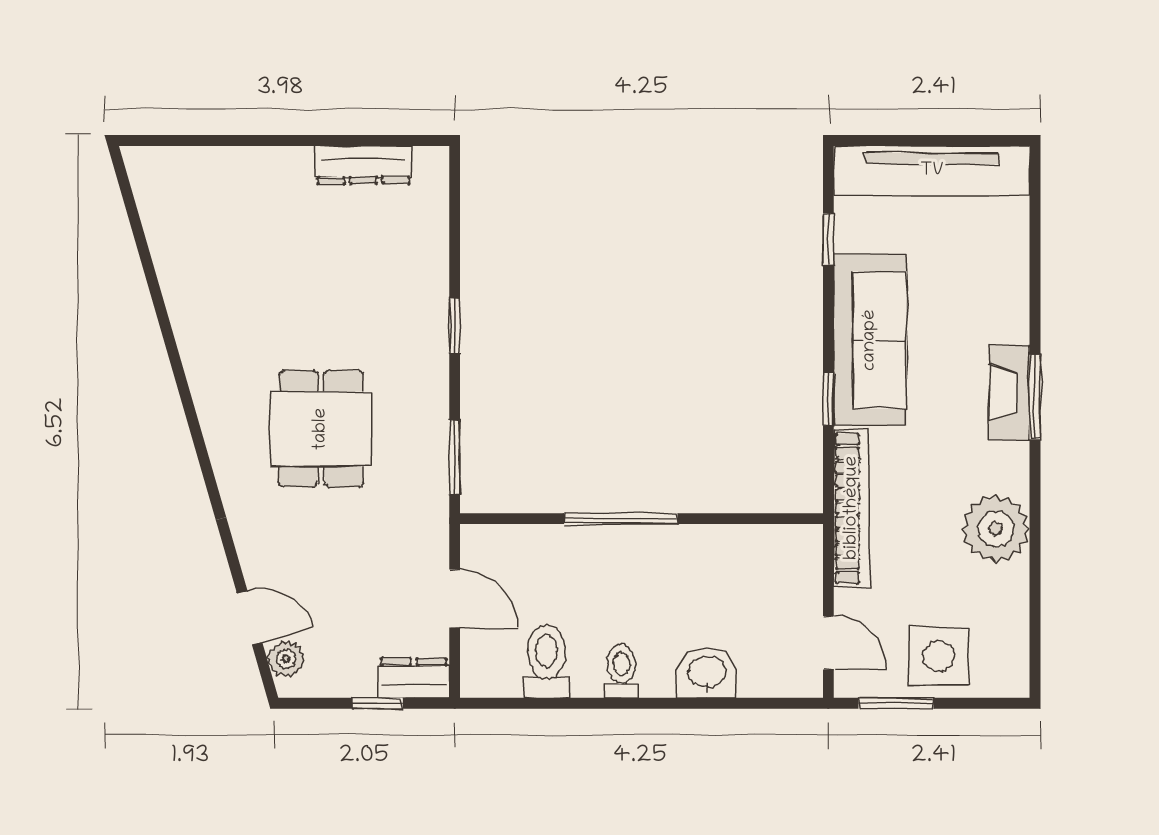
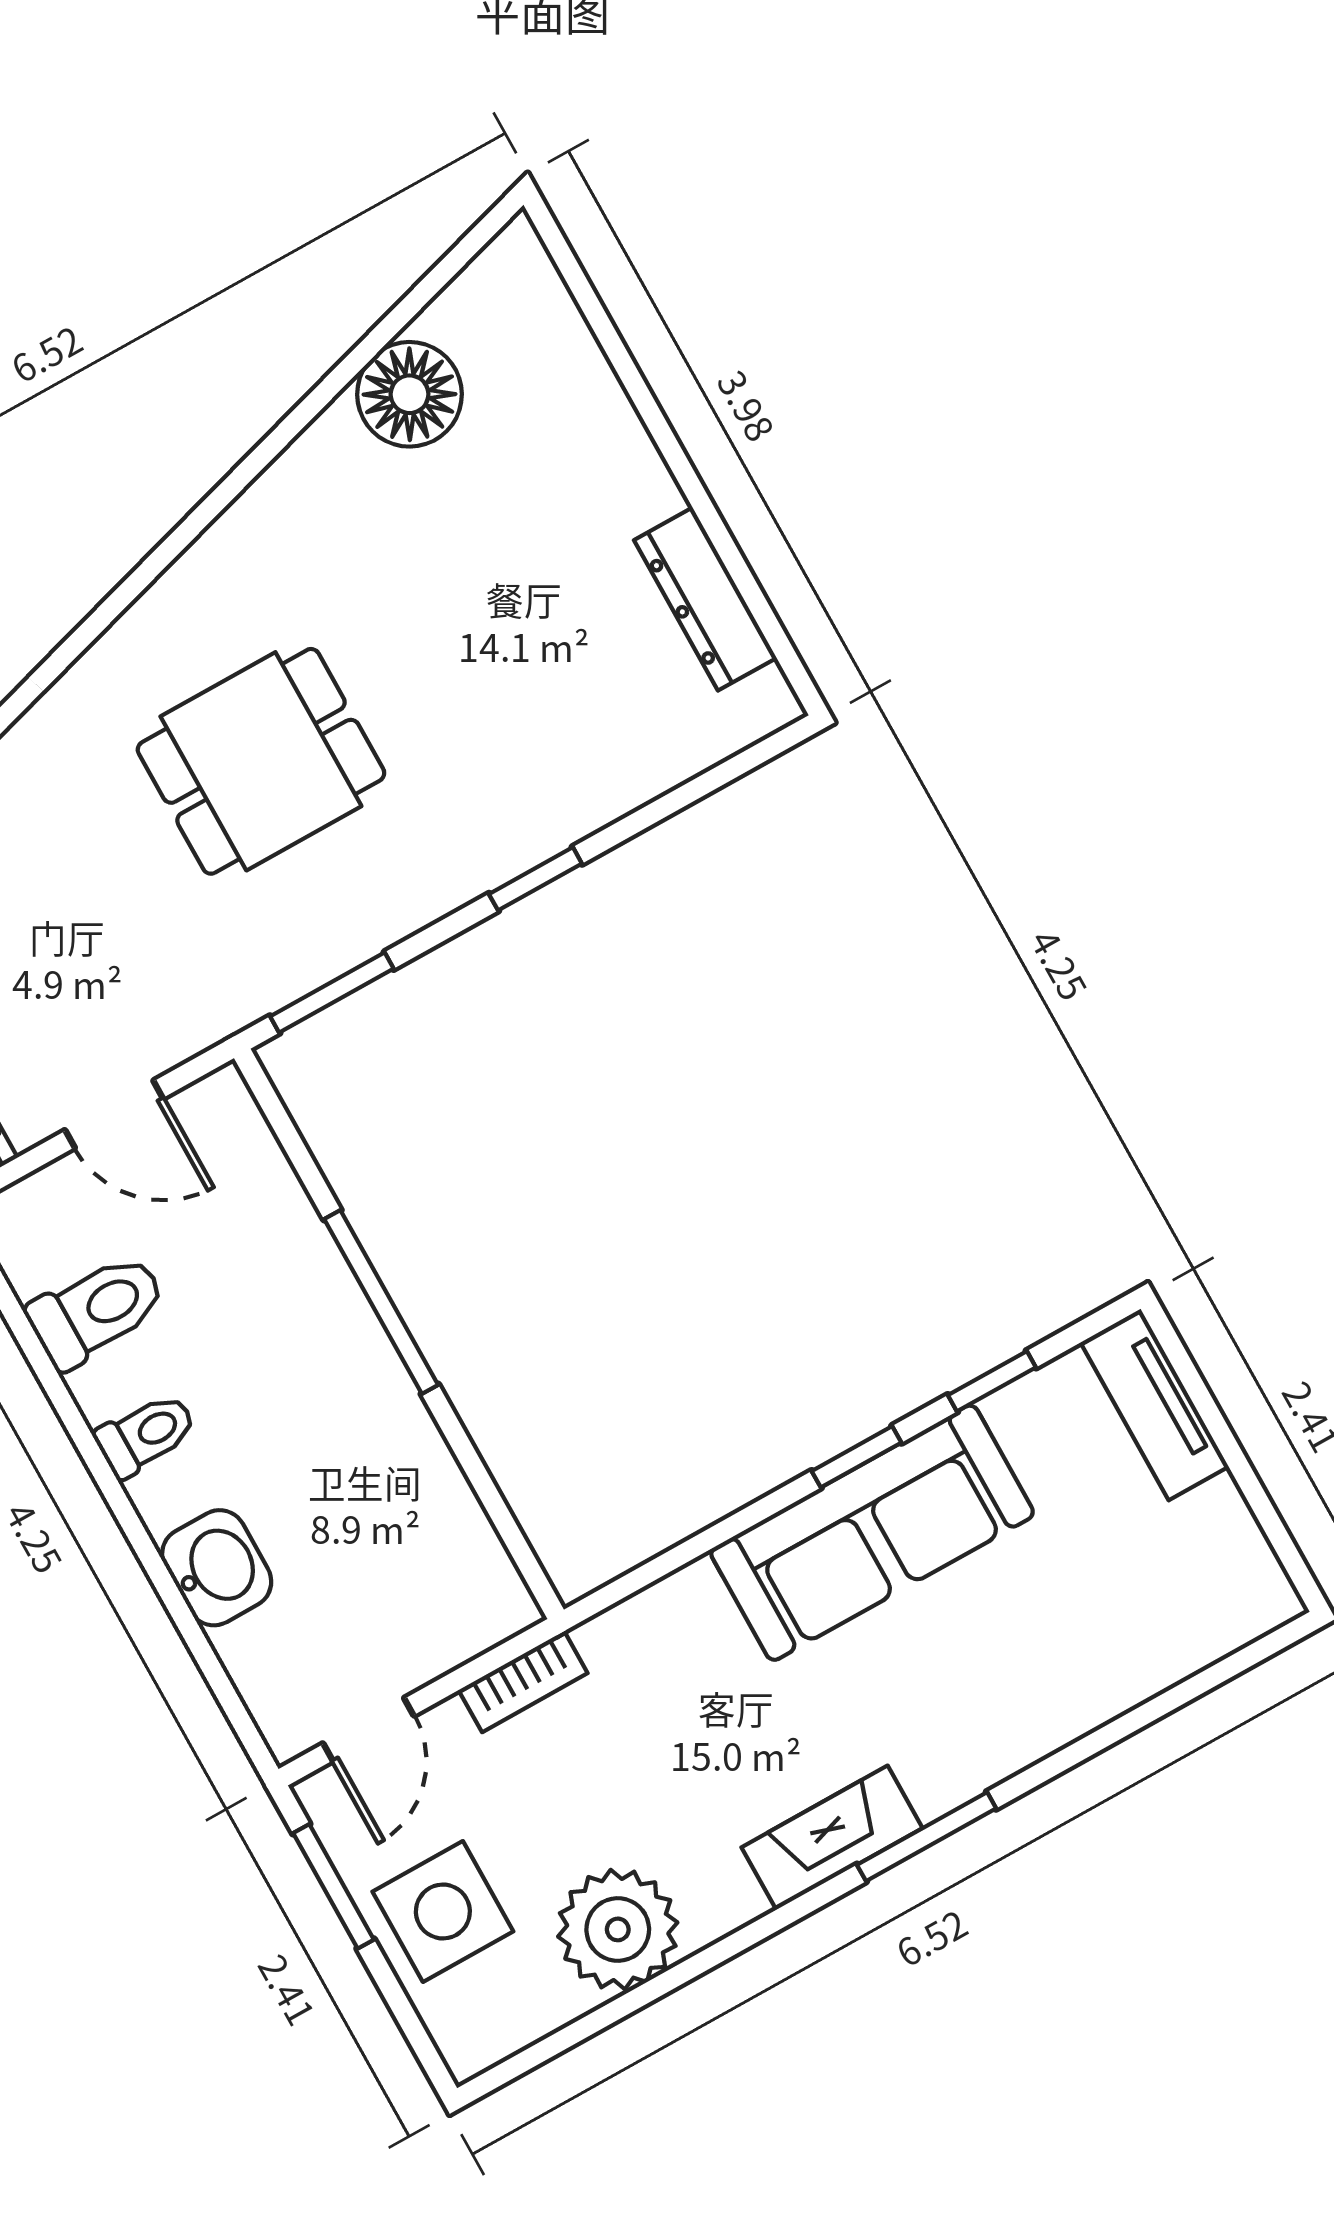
tv unit: (932, 171) -> (1155, 1405), width x0.52, depth x0.78
floor lamp: (181, 254) -> (410, 394), added
fireplace: (1009, 393) -> (832, 1838), moved
window: (828, 399) -> (857, 1457), moved
bookcase: (852, 508) -> (523, 1682), width x0.43, depth x0.76
plant: (996, 529) -> (618, 1929), moved
door: (455, 599) -> (114, 1114), hinge flipped

